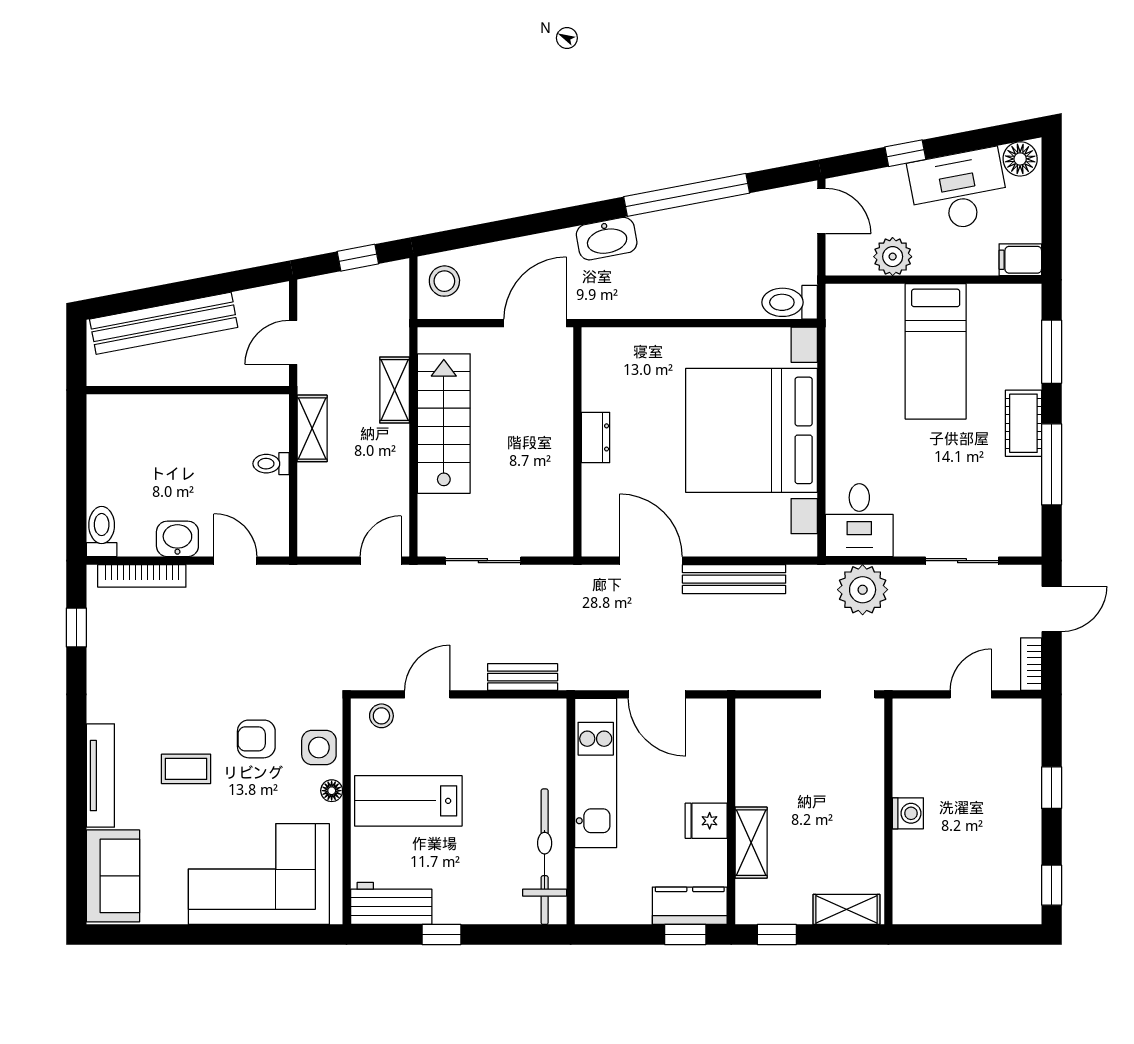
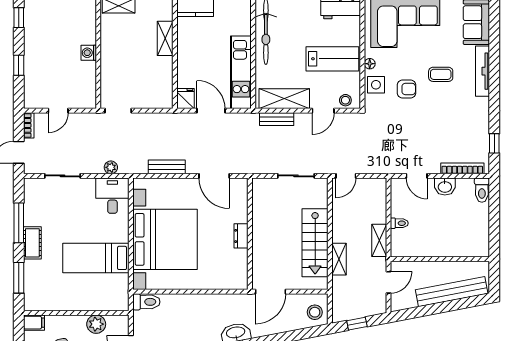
bed: (936, 351) -> (96, 258), moved, turned -90
bench: (734, 579) -> (167, 167), width x0.73
plant: (863, 590) -> (111, 167), width x0.53, depth x0.53
shelving: (507, 719) -> (284, 99), added
fridge: (706, 821) -> (185, 98), moved, turned -90

